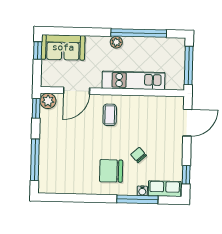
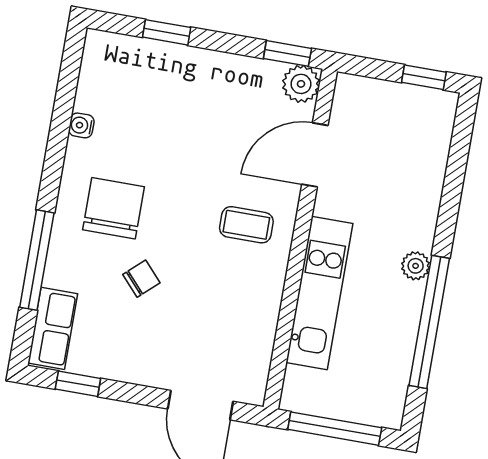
sofa: (63, 47) -> (422, 138), removed
door: (77, 91) -> (315, 155), hinge flipped
window: (35, 160) -> (167, 32), width x0.46
water cooler: (142, 191) -> (81, 125), moved

